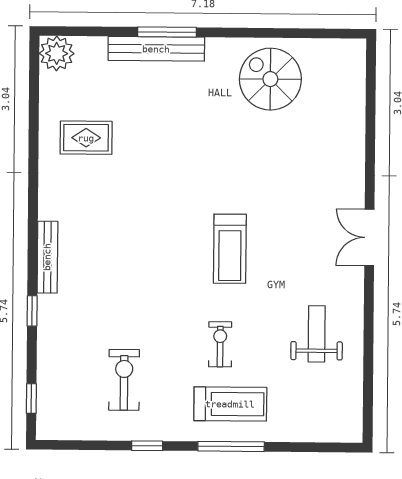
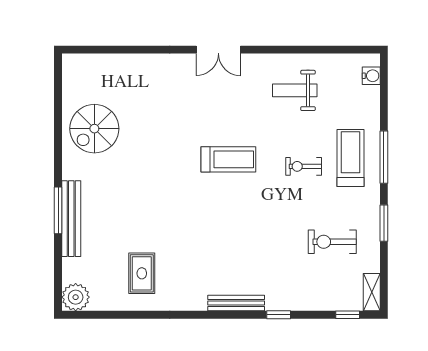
shelving: (60, 429) -> (372, 292), added
water cooler: (334, 431) -> (371, 76), added
window: (147, 446) -> (384, 223), width x1.50

